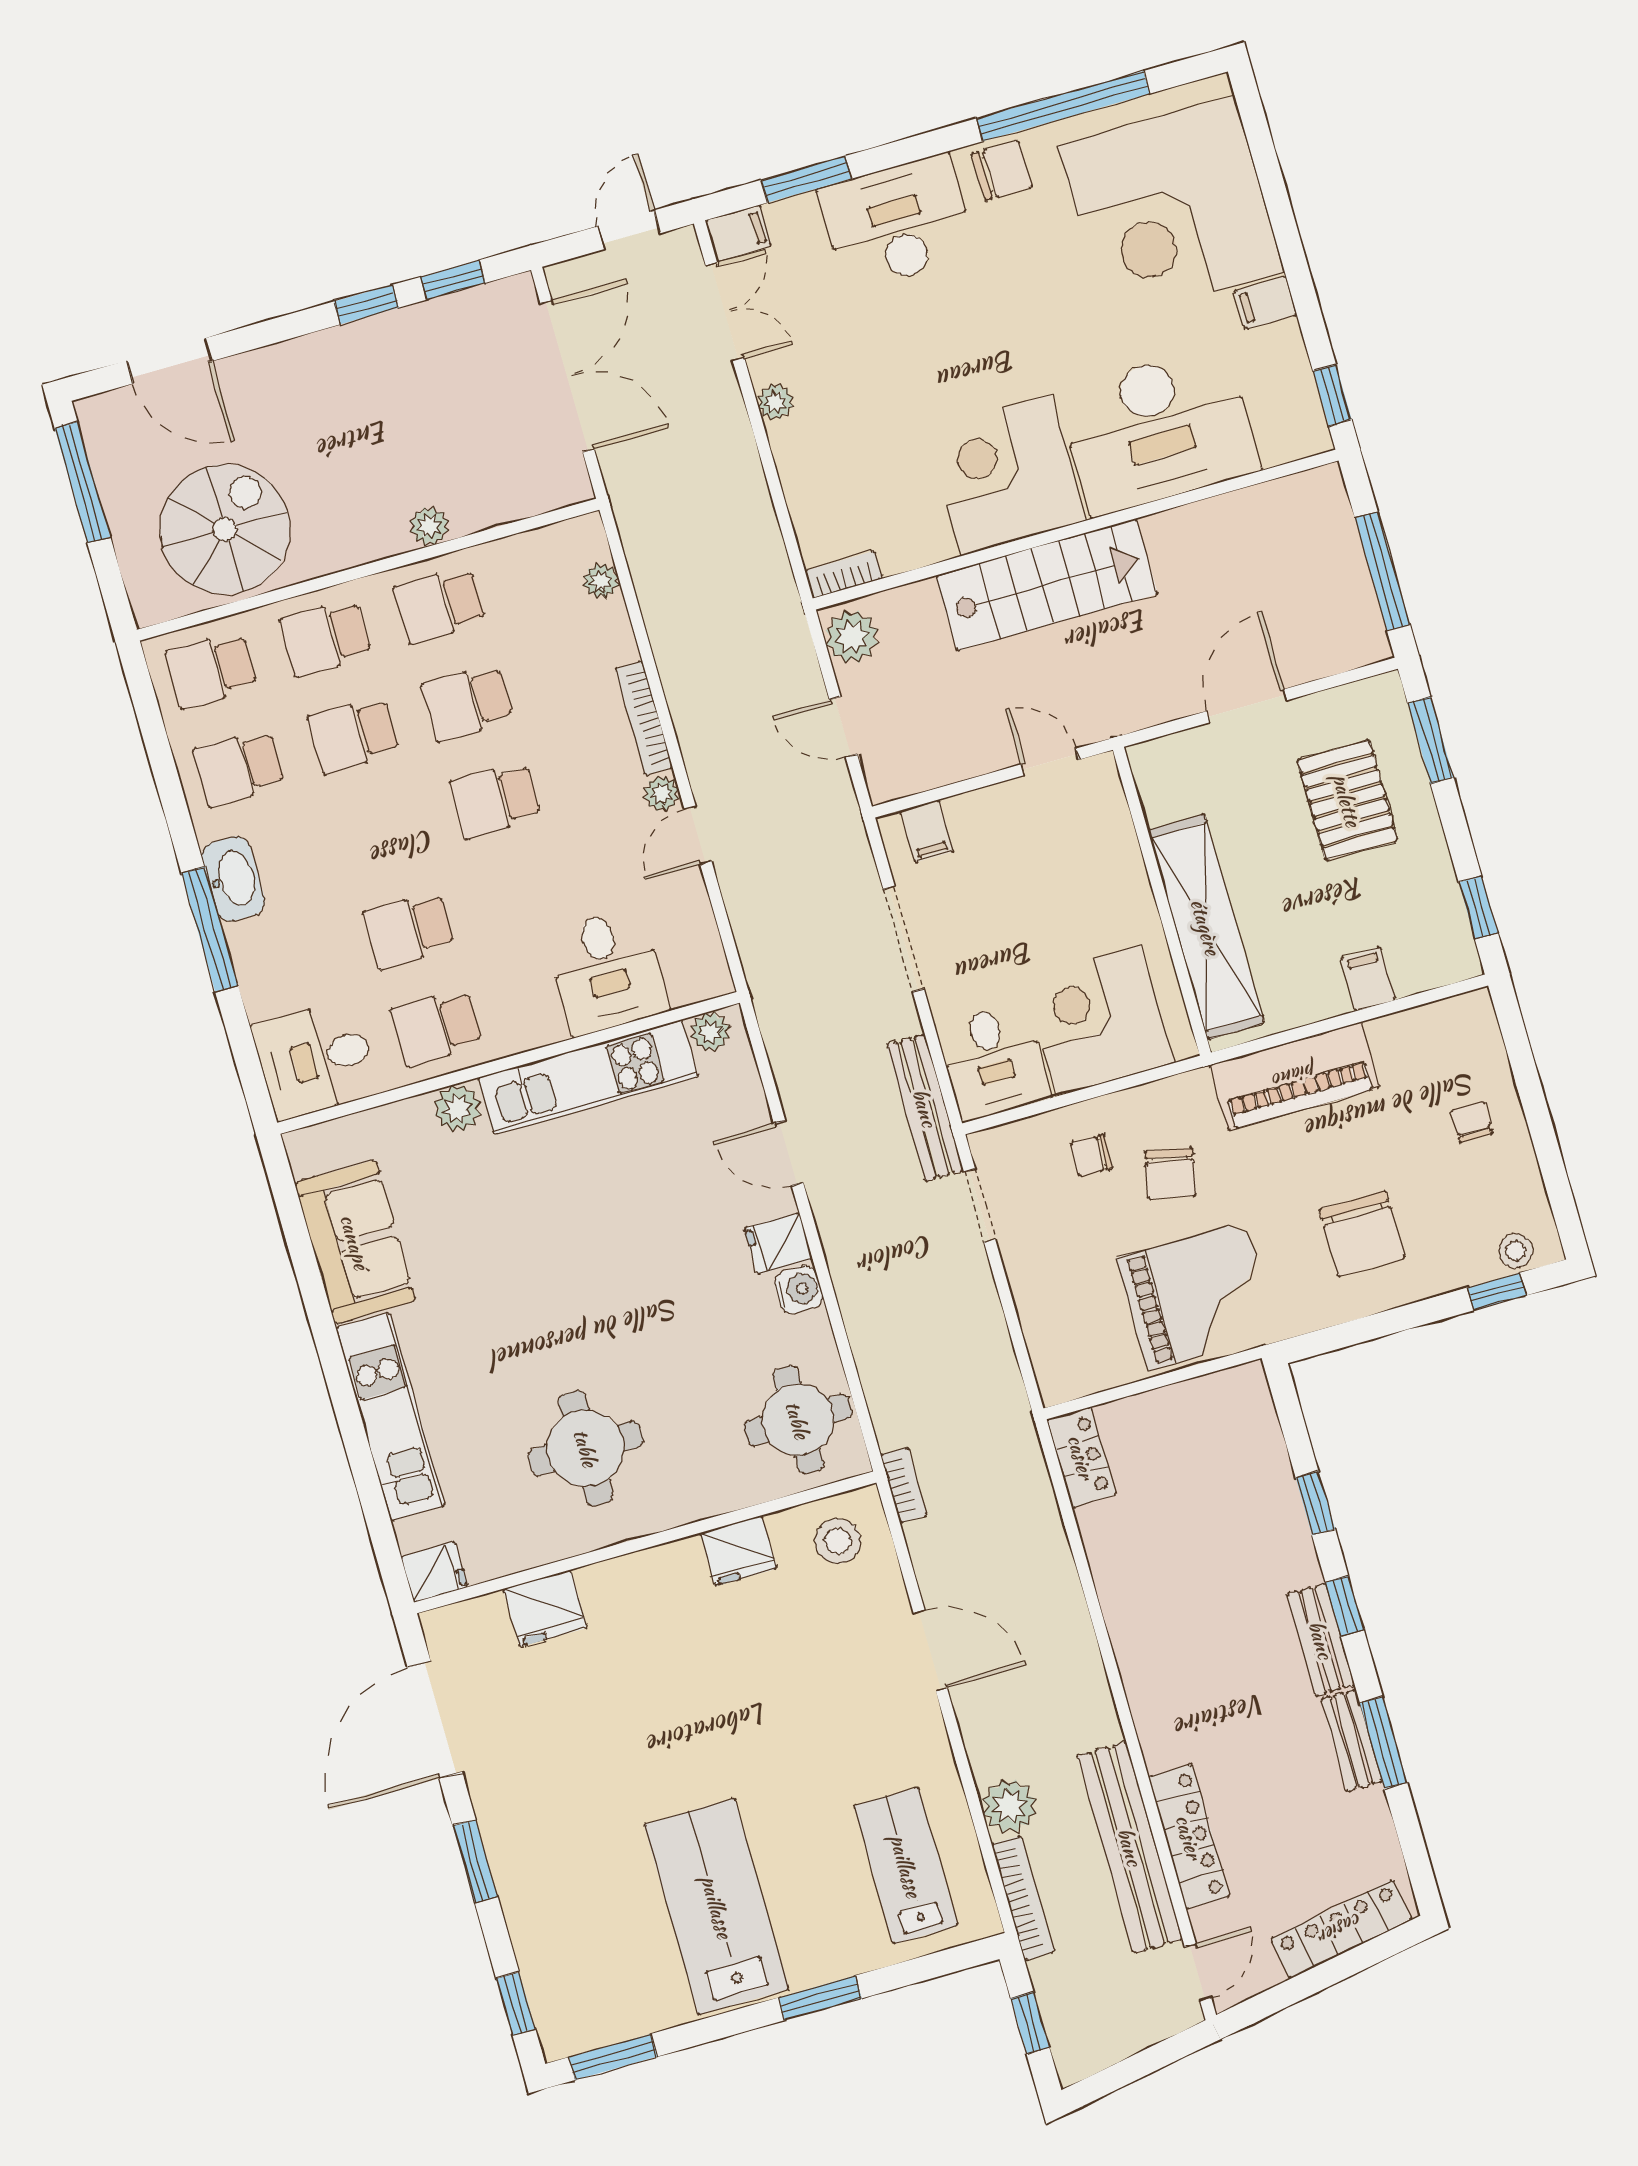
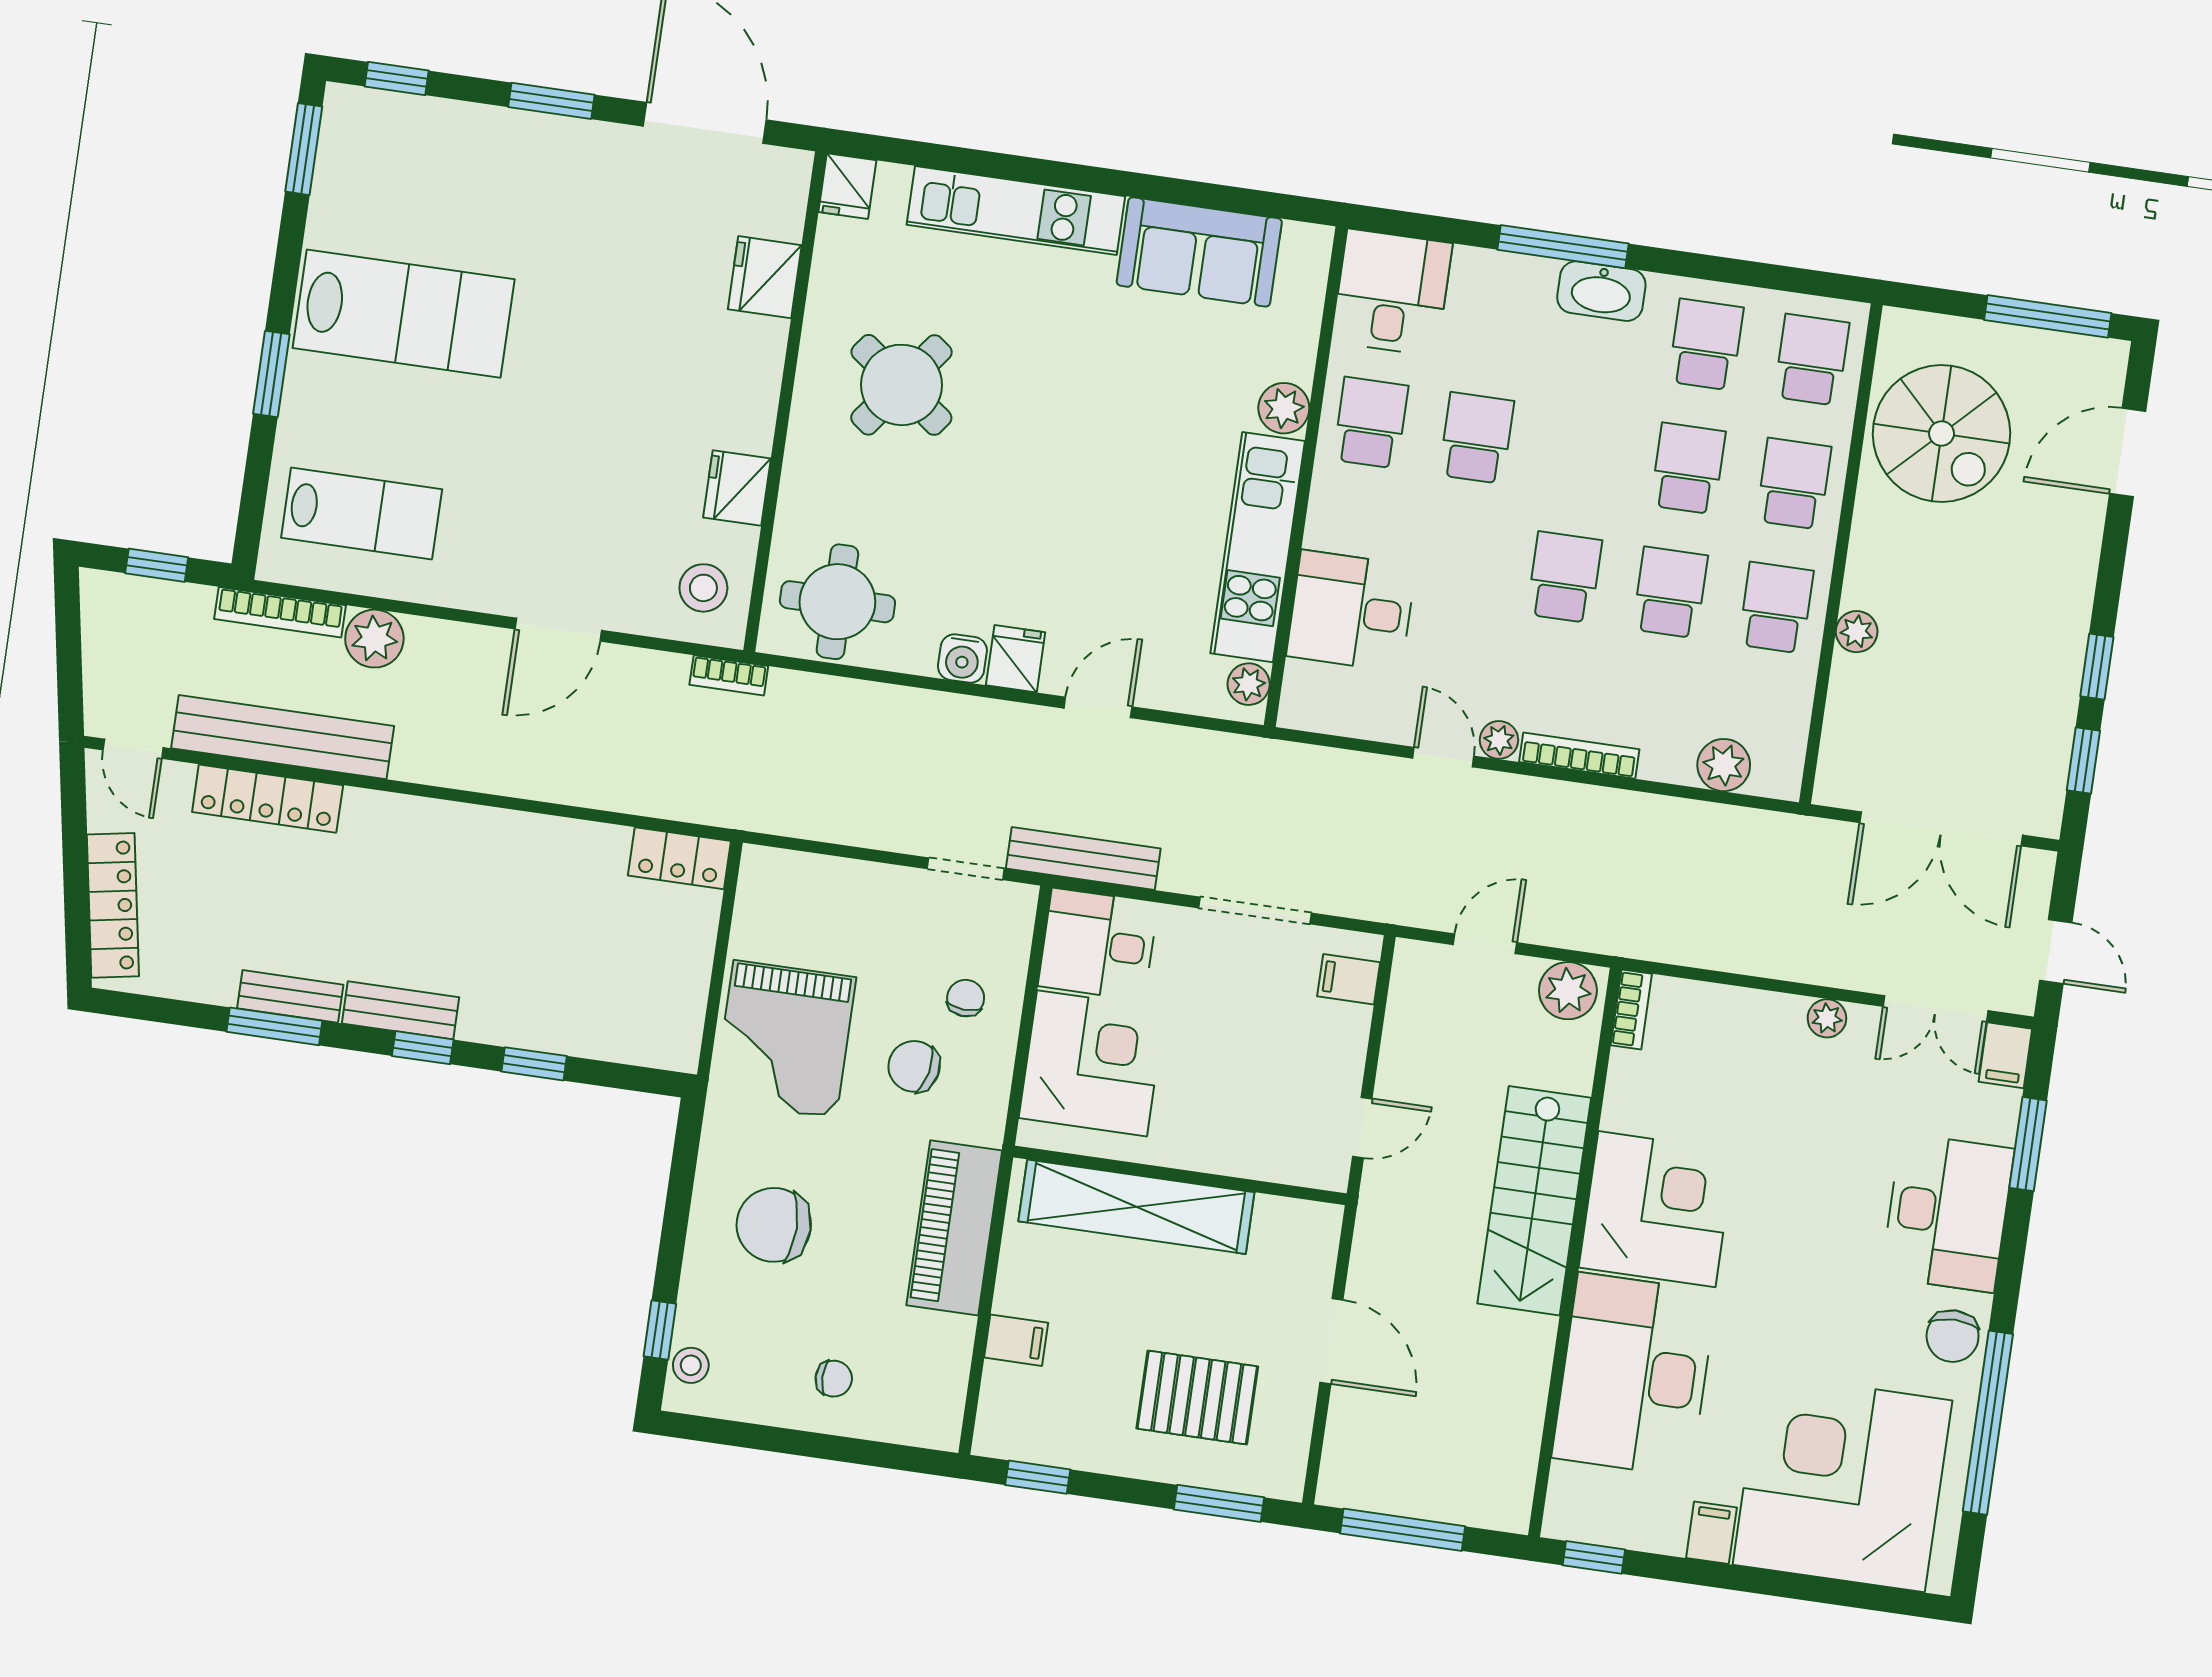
plant: (601, 581) -> (1724, 765), width x1.38, depth x1.38
round table: (586, 1448) -> (901, 385), turned 37

